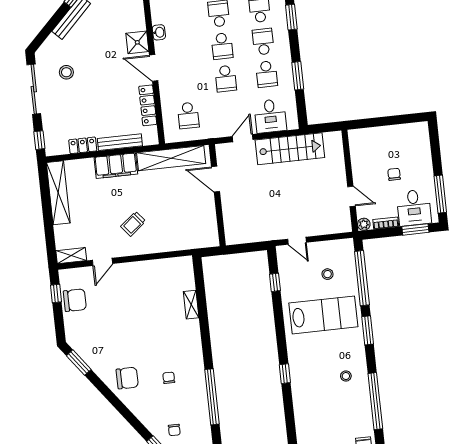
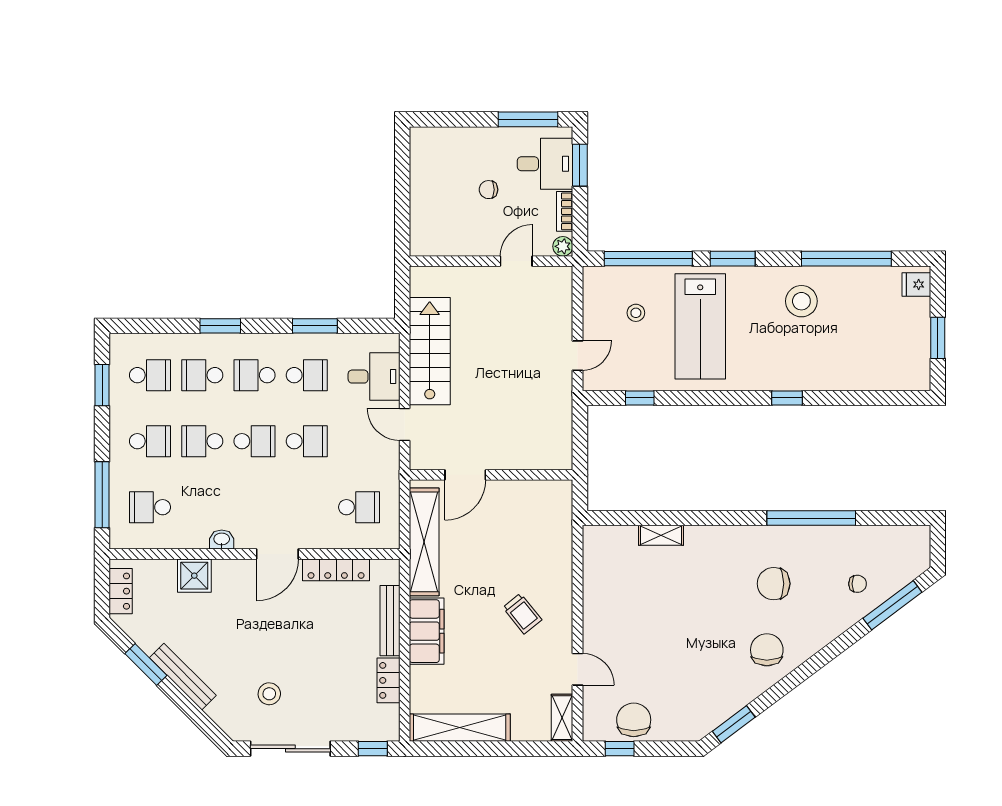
shower: (137, 42) -> (194, 576), moved
lab bench: (323, 315) -> (700, 326), turned 180
stool: (346, 376) -> (801, 301), width x1.89, depth x1.89
chair: (169, 378) -> (774, 584), width x1.87, depth x1.87

